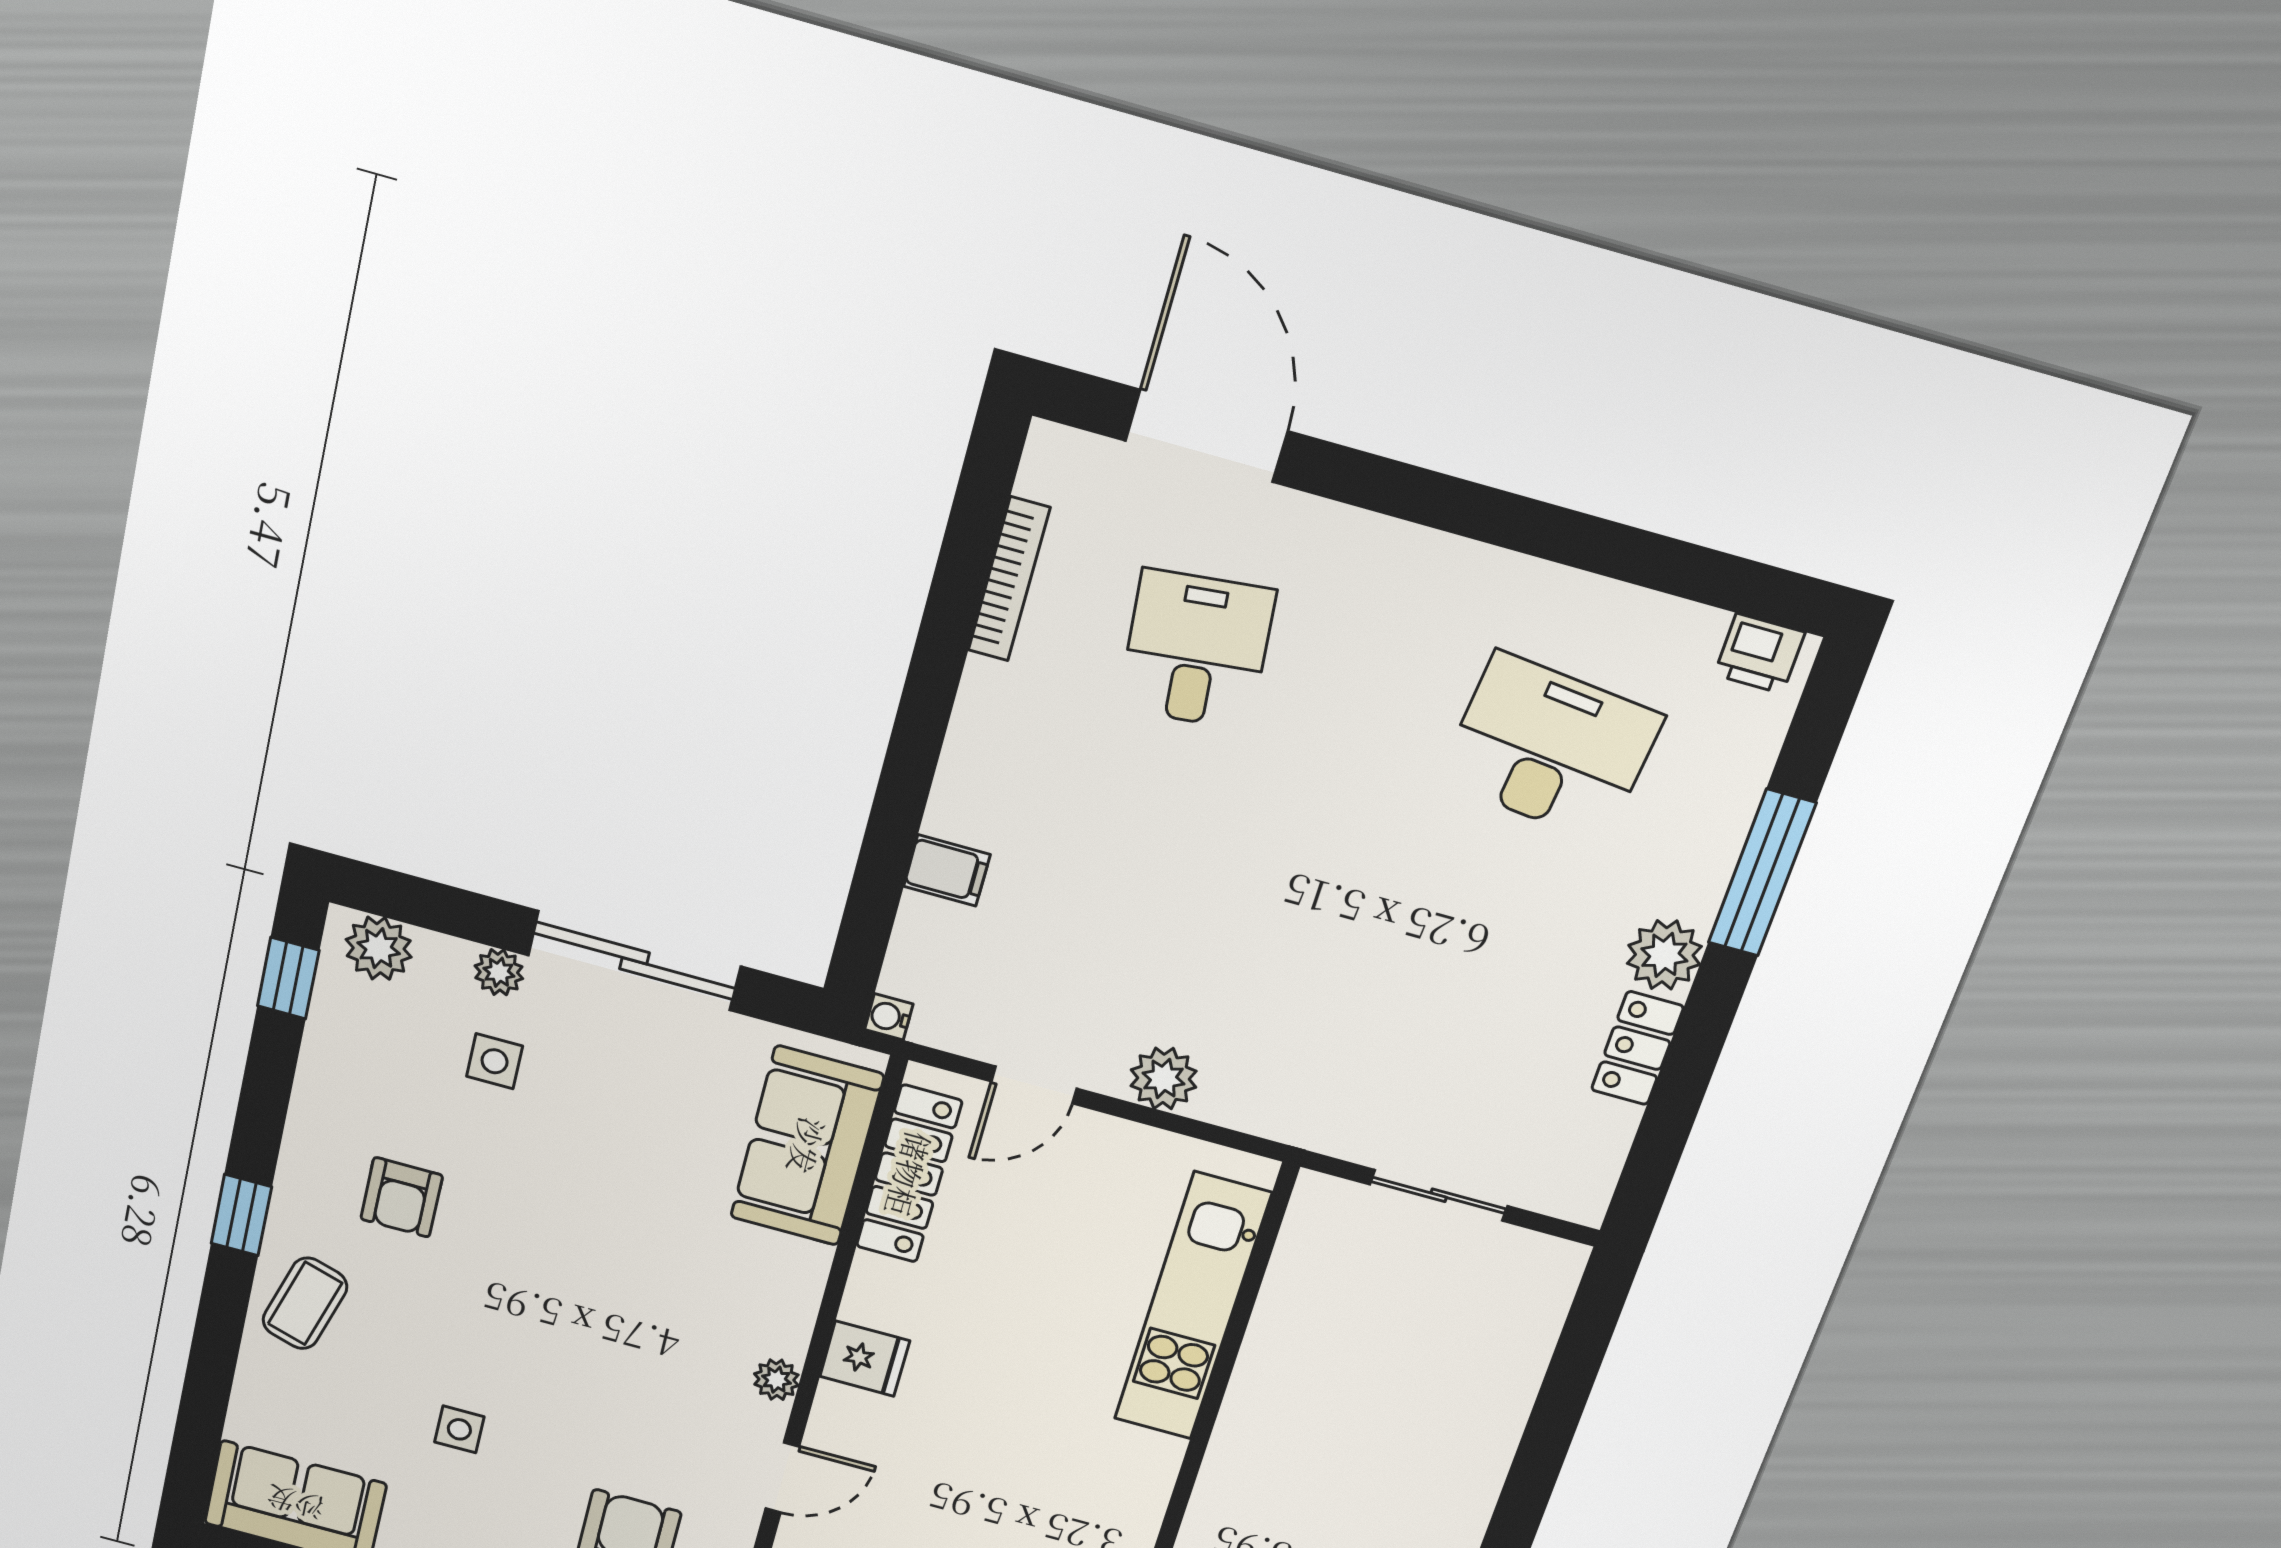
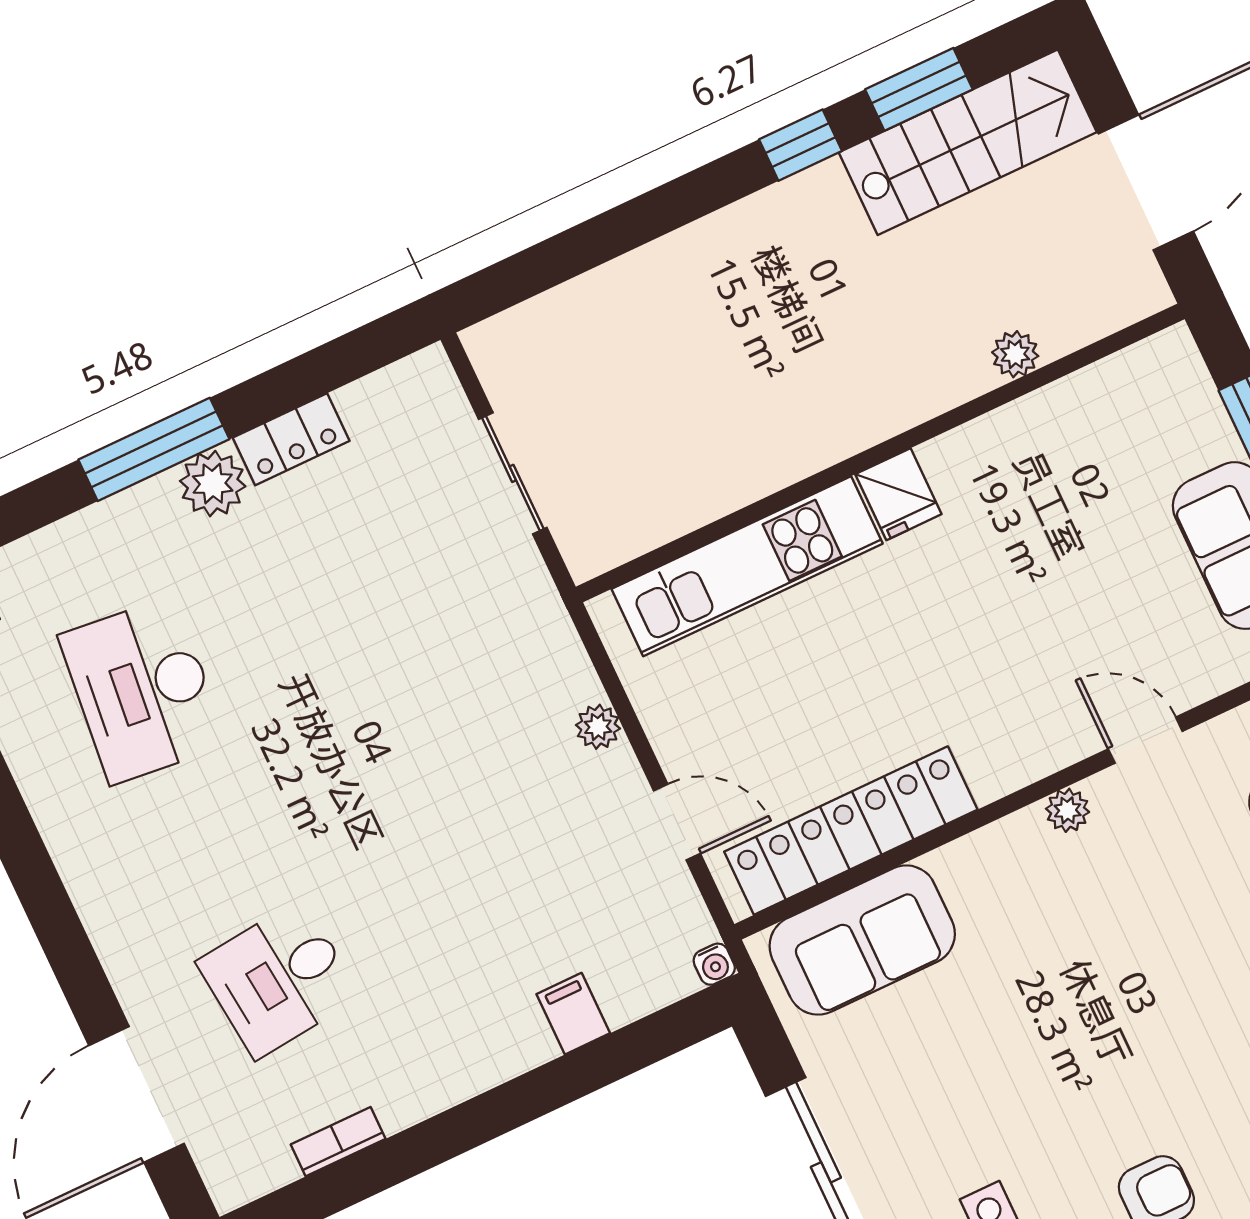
bookcase: (1009, 579) -> (338, 1142), width x0.64
window: (1762, 873) -> (154, 449), moved
plant: (1164, 1078) -> (598, 727), width x0.73, depth x0.73
locker: (909, 1174) -> (851, 831), width x1.41, depth x1.21
fridge: (865, 1359) -> (898, 494), moved, turned 180

